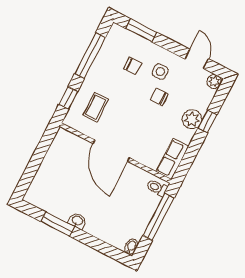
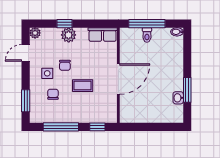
coffee table: (96, 107) -> (83, 86), moved
toilet: (157, 188) -> (147, 35), moved
washbasin: (77, 221) -> (178, 98), moved

